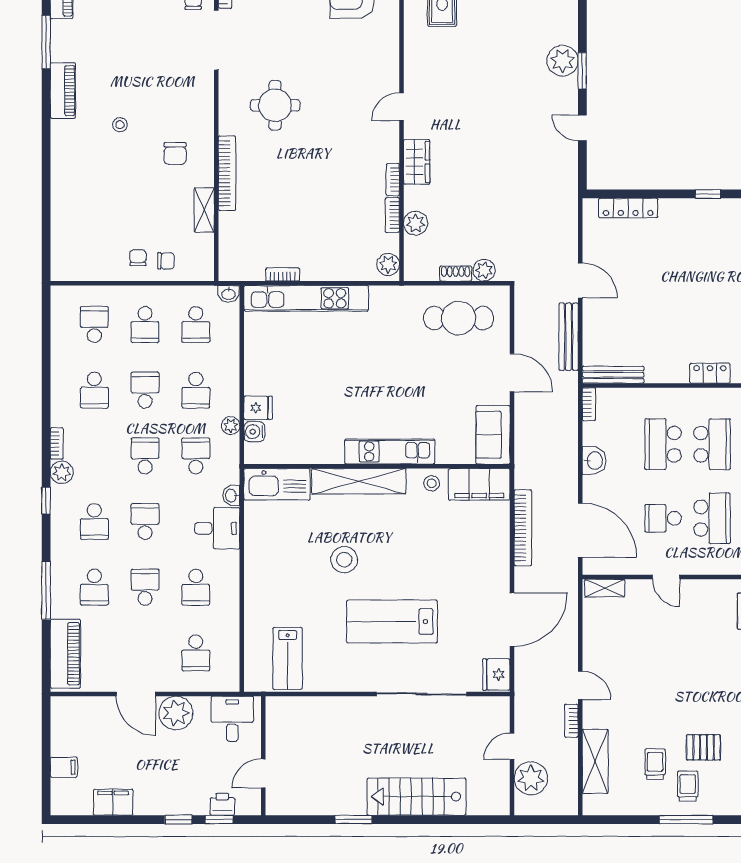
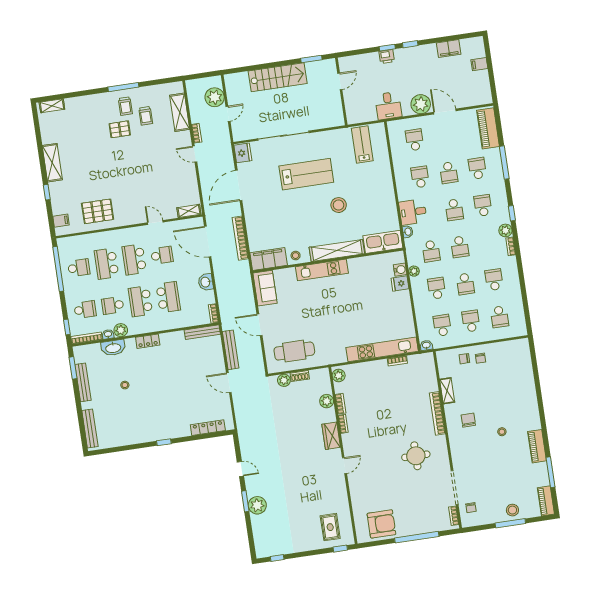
wall: (263, 756) -> (341, 91), moved
door: (263, 773) -> (340, 81), moved

